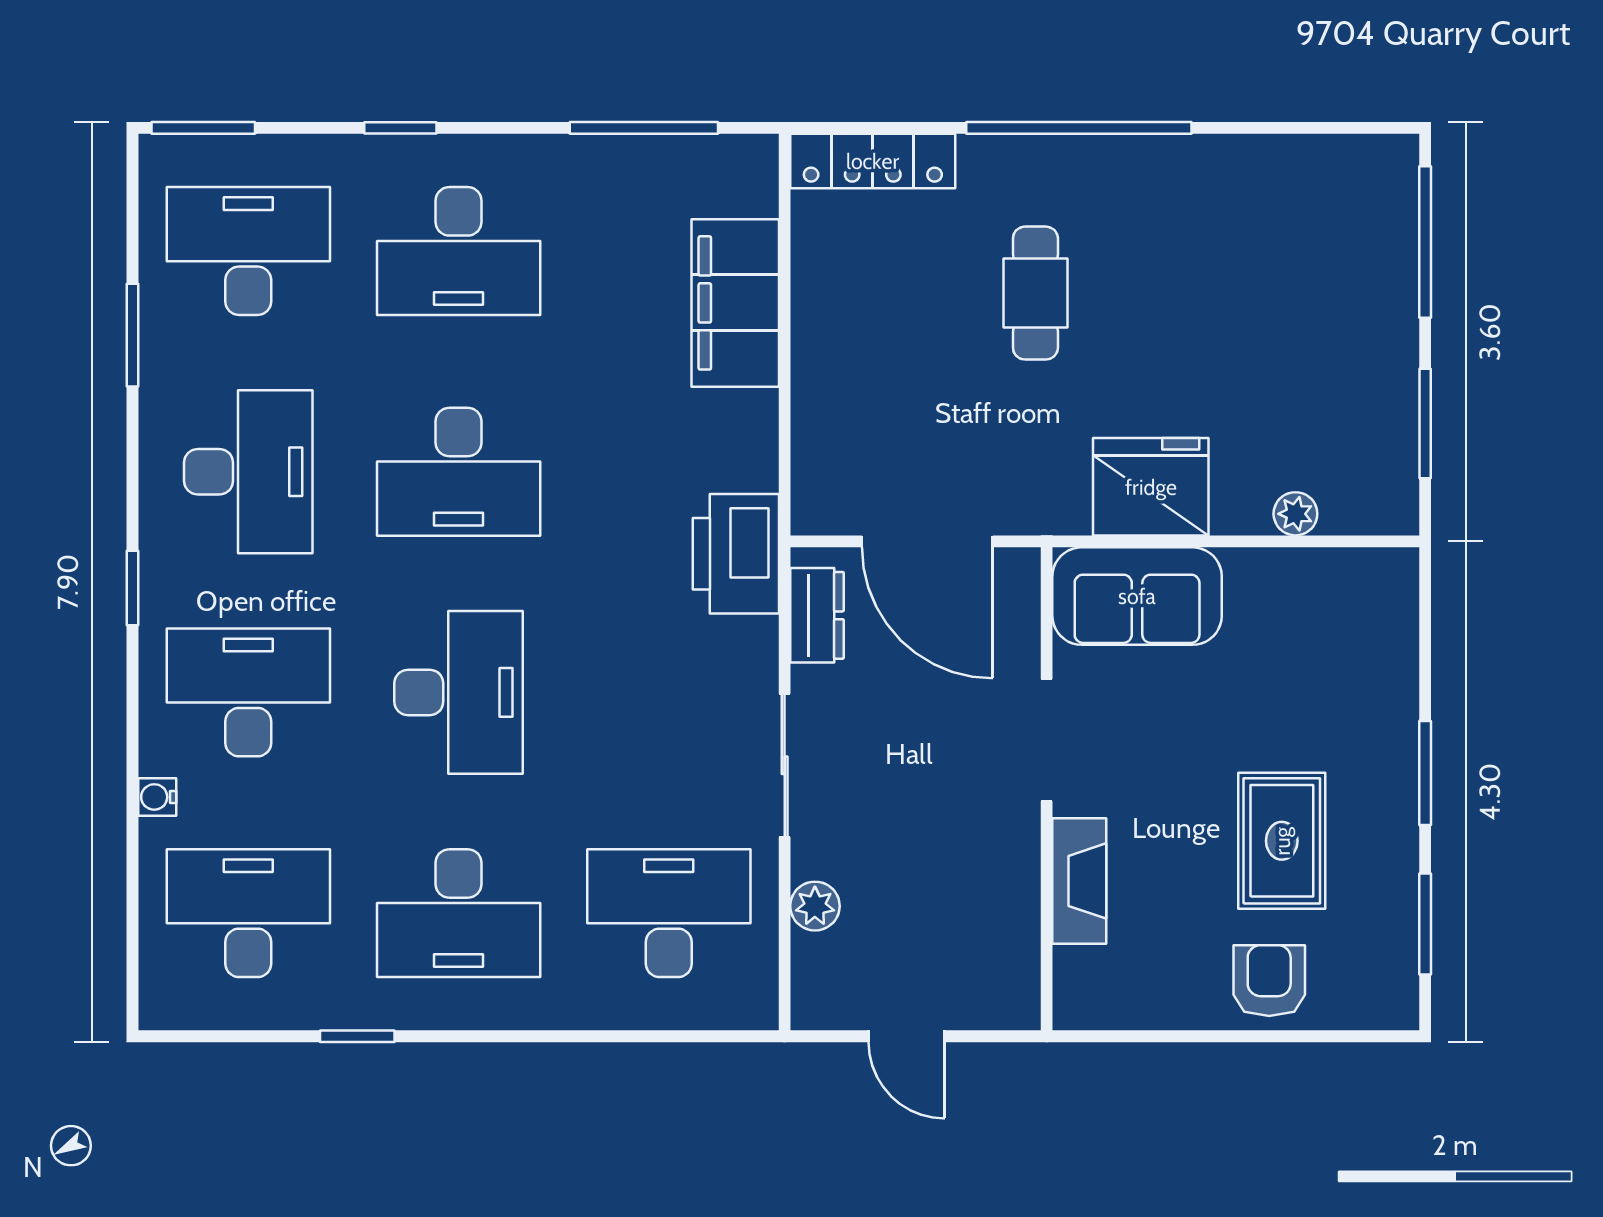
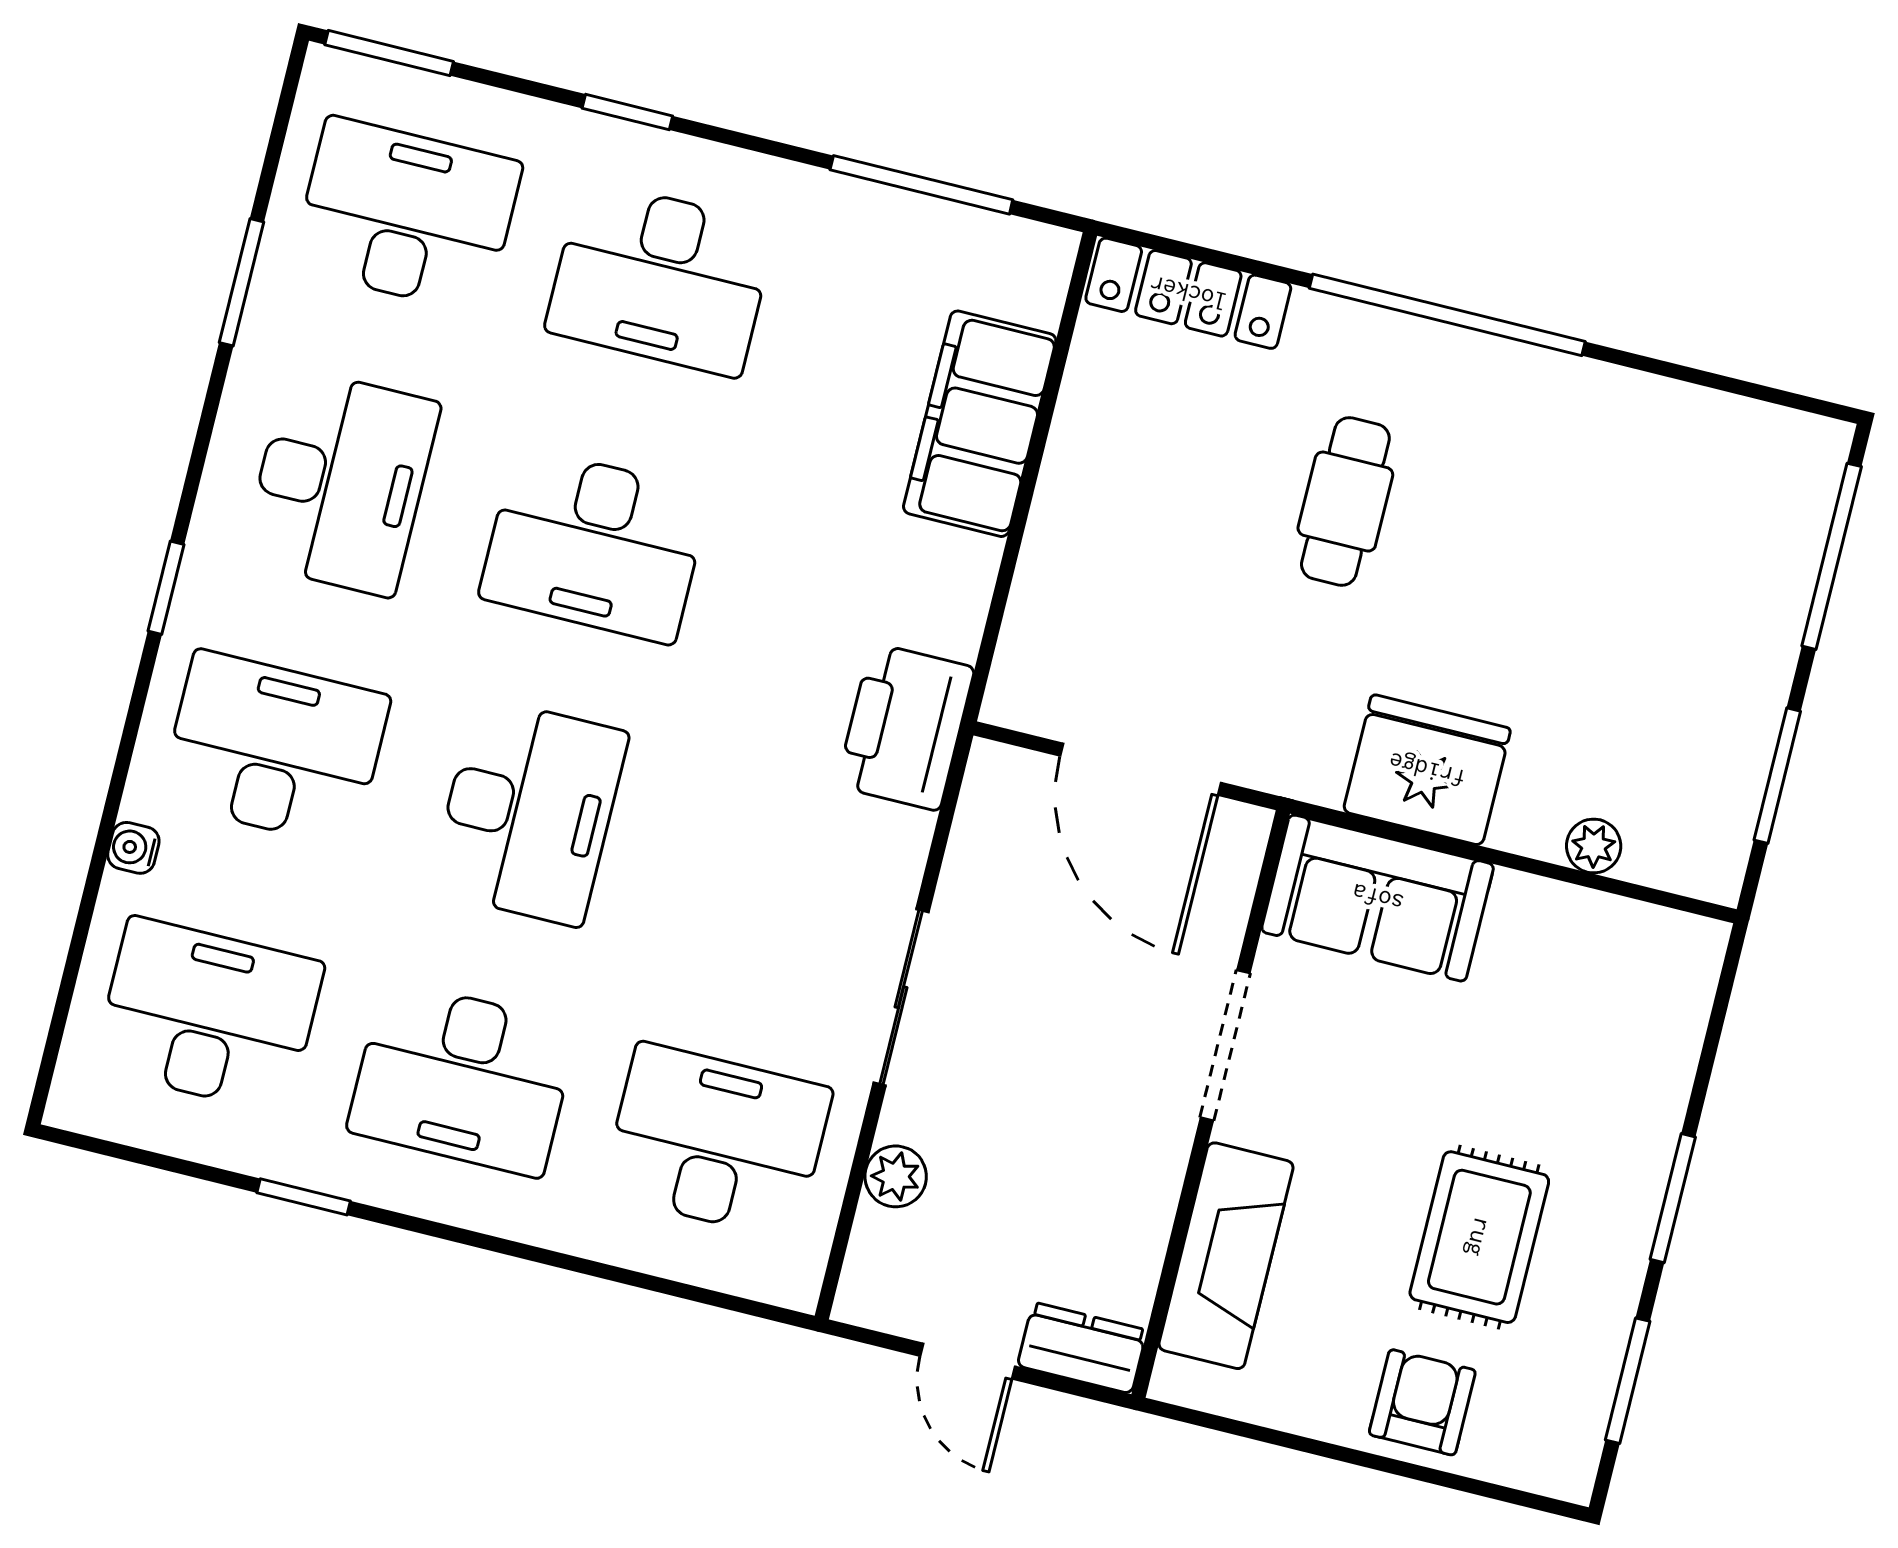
dresser: (817, 615) -> (1082, 1348), moved, turned -90
fireplace: (1079, 881) -> (1226, 1256), width x1.37, depth x1.32

